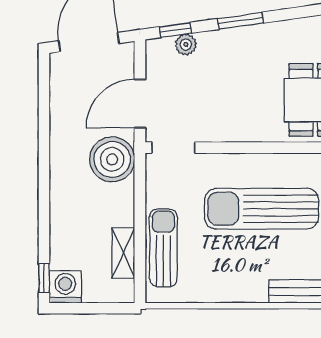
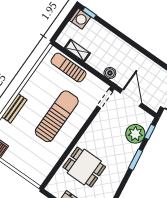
plant: (186, 44) -> (135, 134), width x1.87, depth x1.87
boiler: (112, 159) -> (110, 73), width x0.54, depth x0.54
sun lounger: (163, 248) -> (68, 68), turned 180

